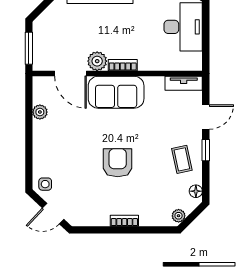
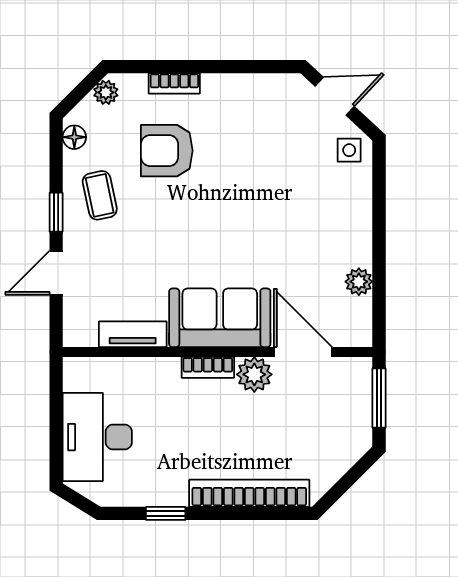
tv unit: (184, 83) -> (133, 334), moved
armchair: (118, 163) -> (167, 151), moved, turned 90
bookcase: (124, 221) -> (174, 83), moved

